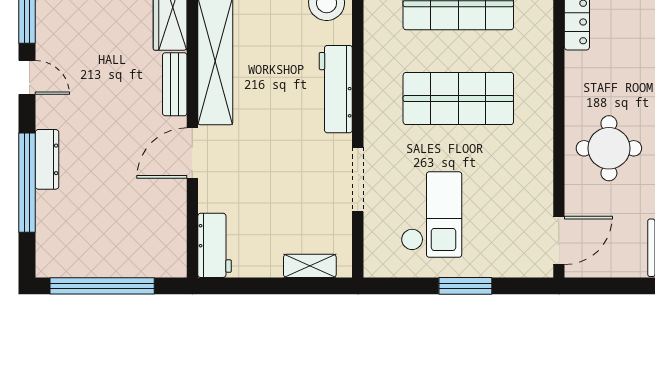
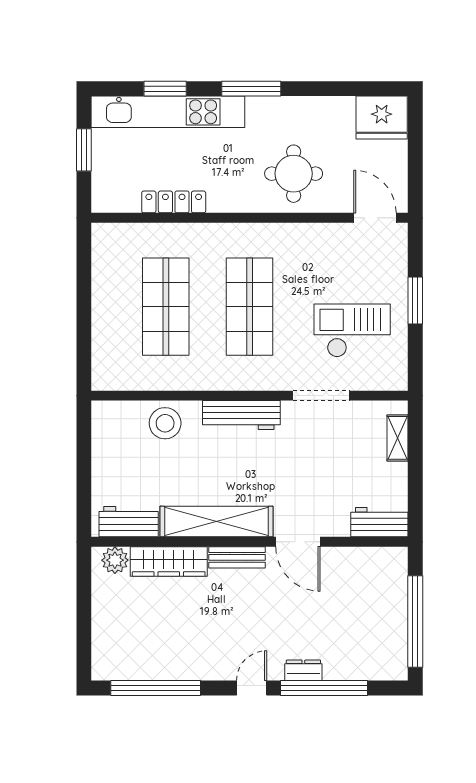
door: (27, 77) -> (252, 688), moved
dresser: (47, 159) -> (303, 670), width x0.70

